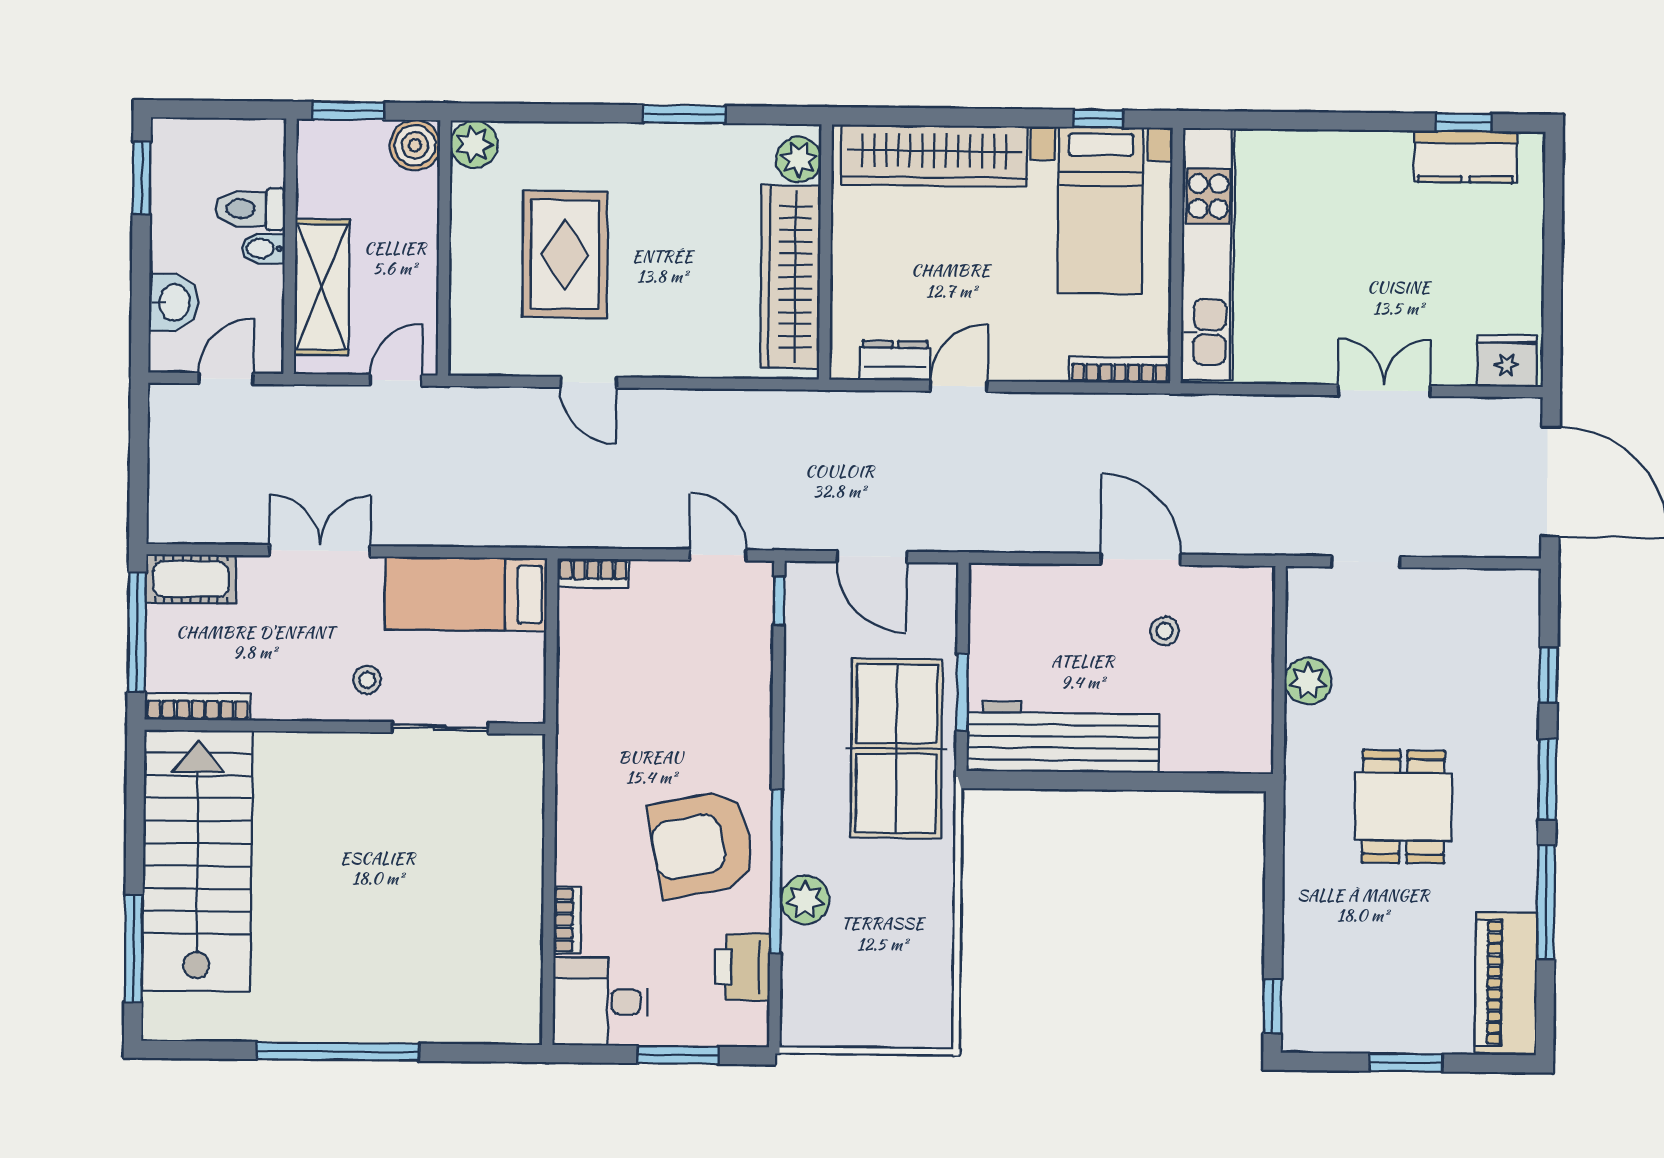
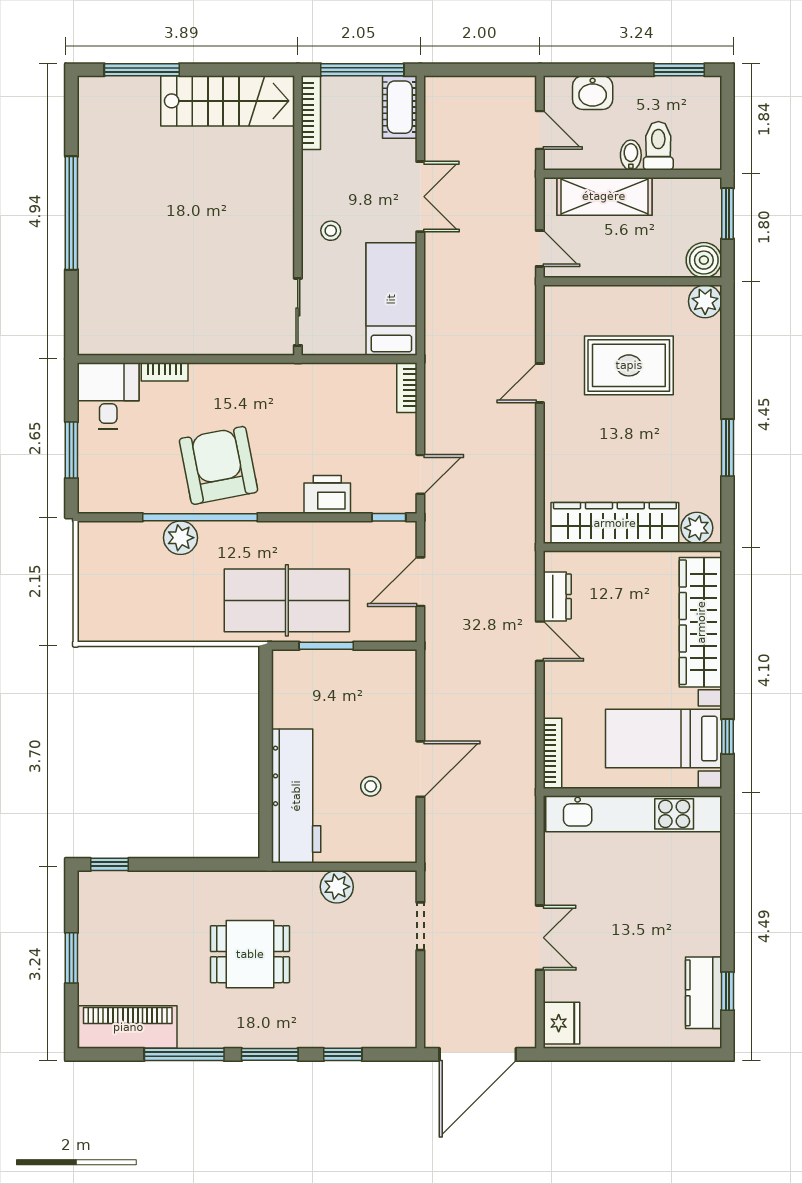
sliding door: (440, 728) -> (298, 312), moved
workbench: (1063, 737) -> (296, 796), moved
stairs: (197, 861) -> (228, 101), width x0.73, depth x0.66
printer: (742, 967) -> (327, 495), moved

